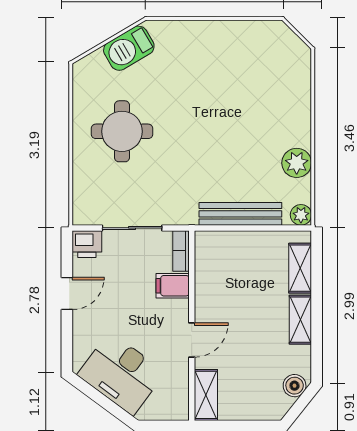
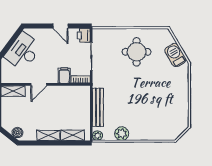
door: (192, 340) -> (39, 84), hinge flipped

